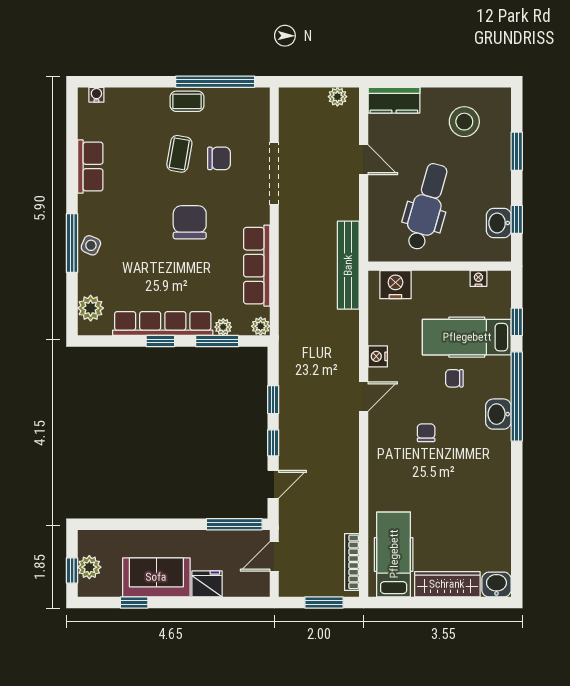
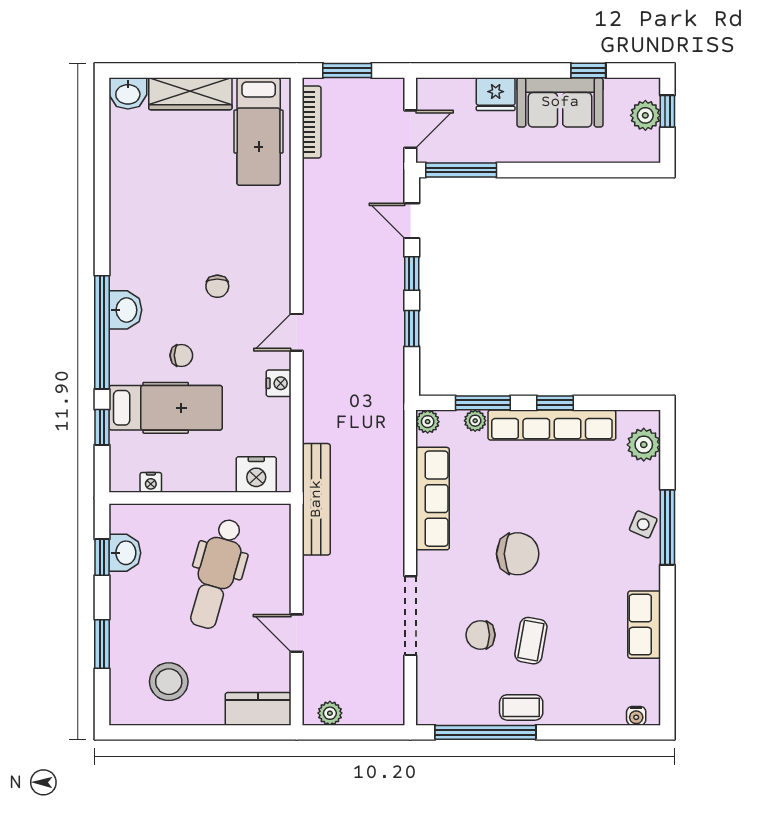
chair: (190, 222) -> (518, 554), turned -90
door: (273, 484) -> (412, 221), hinge flipped

